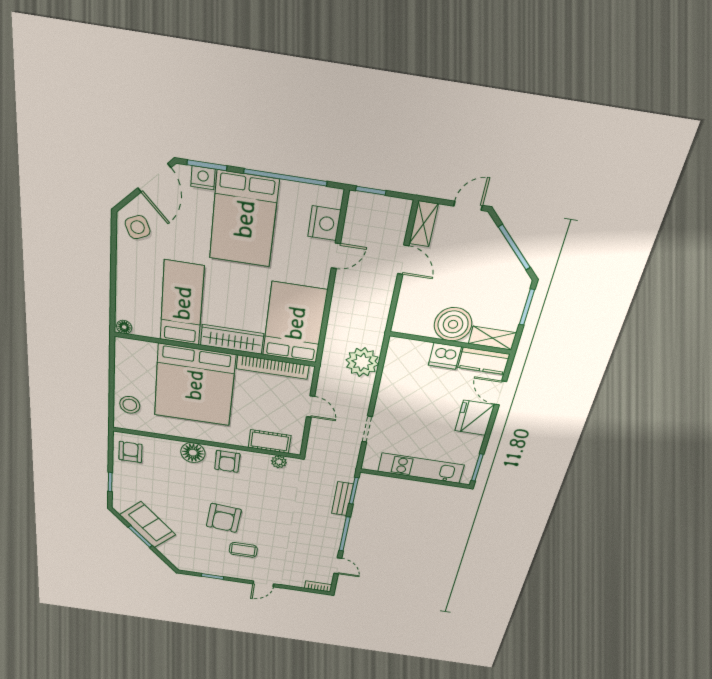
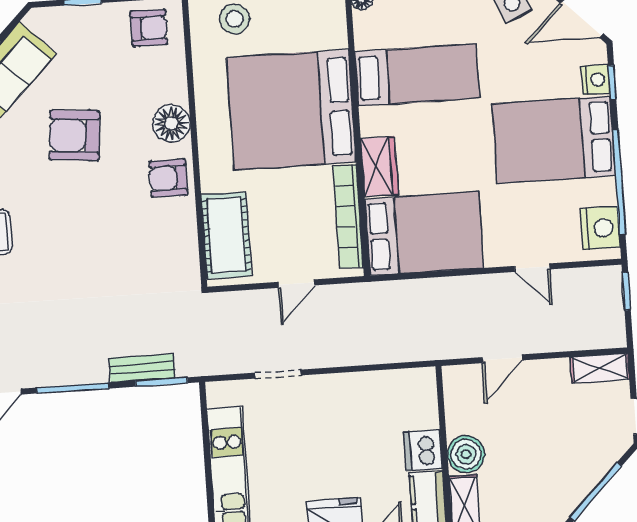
window: (207, 165) -> (612, 82), width x0.67
nightstand: (324, 223) -> (600, 228), moved, turned -90
door: (403, 260) -> (502, 359), moved
boiler: (453, 324) -> (466, 454), width x0.73, depth x0.73
wardrobe: (232, 339) -> (379, 167), width x0.67
plant: (362, 362) -> (386, 340), removed
cot: (270, 442) -> (226, 235), width x1.37, depth x1.34
plant: (279, 462) -> (187, 257), removed
armchair: (224, 518) -> (75, 135), moved

